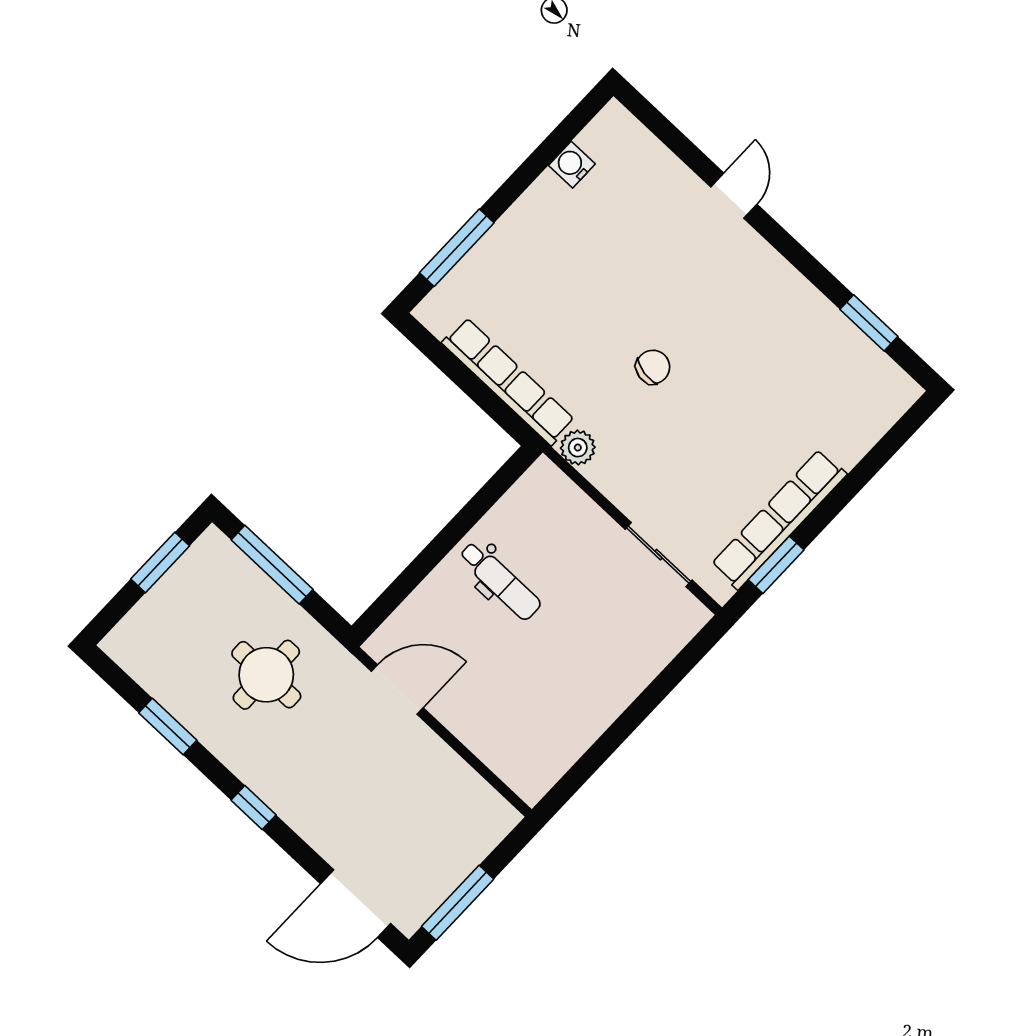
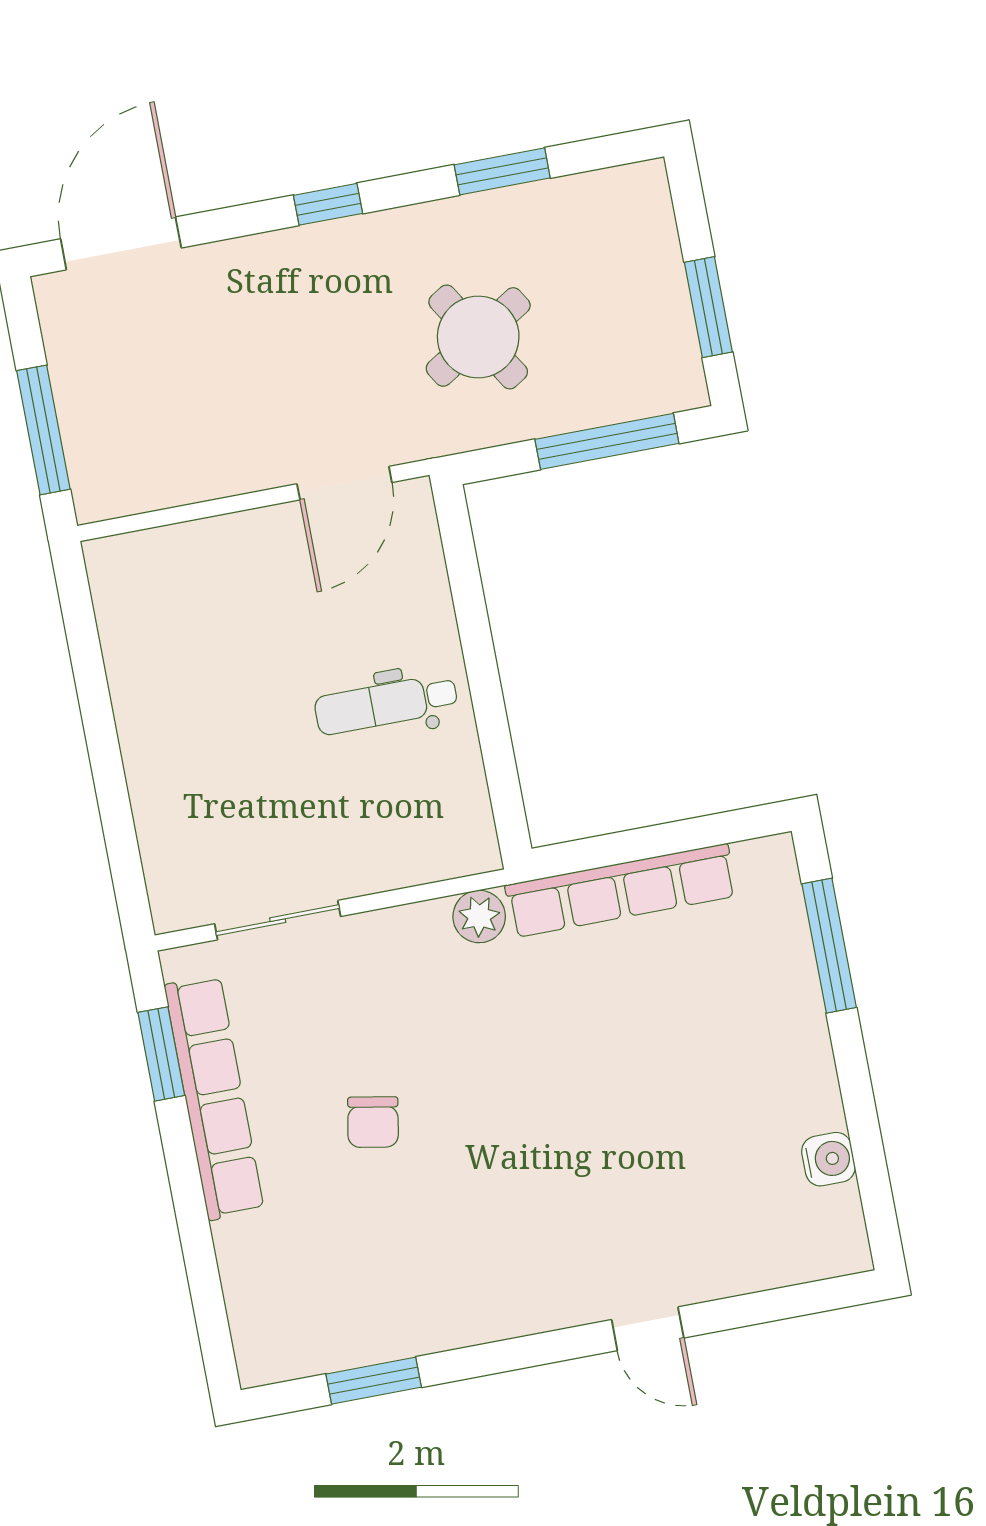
chair: (653, 367) -> (373, 1122), moved
round table: (266, 675) -> (478, 337), turned -32
window: (458, 903) -> (43, 430), moved

